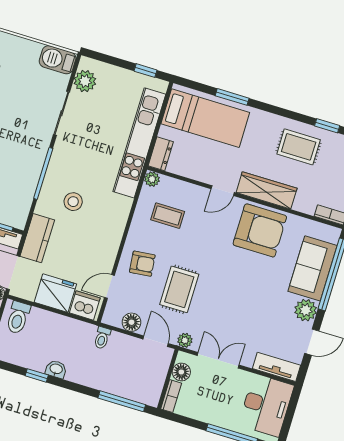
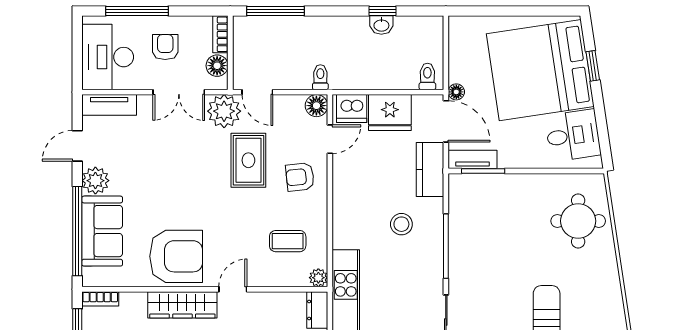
armchair: (260, 230) -> (176, 256), turned 180
toilet: (18, 318) -> (427, 76), width x0.73, depth x0.72
floor lamp: (132, 322) -> (316, 106), moved
plant: (185, 340) -> (224, 111), width x1.88, depth x1.88
washbasin: (56, 369) -> (381, 25), moved
armchair: (218, 399) -> (165, 47), added

